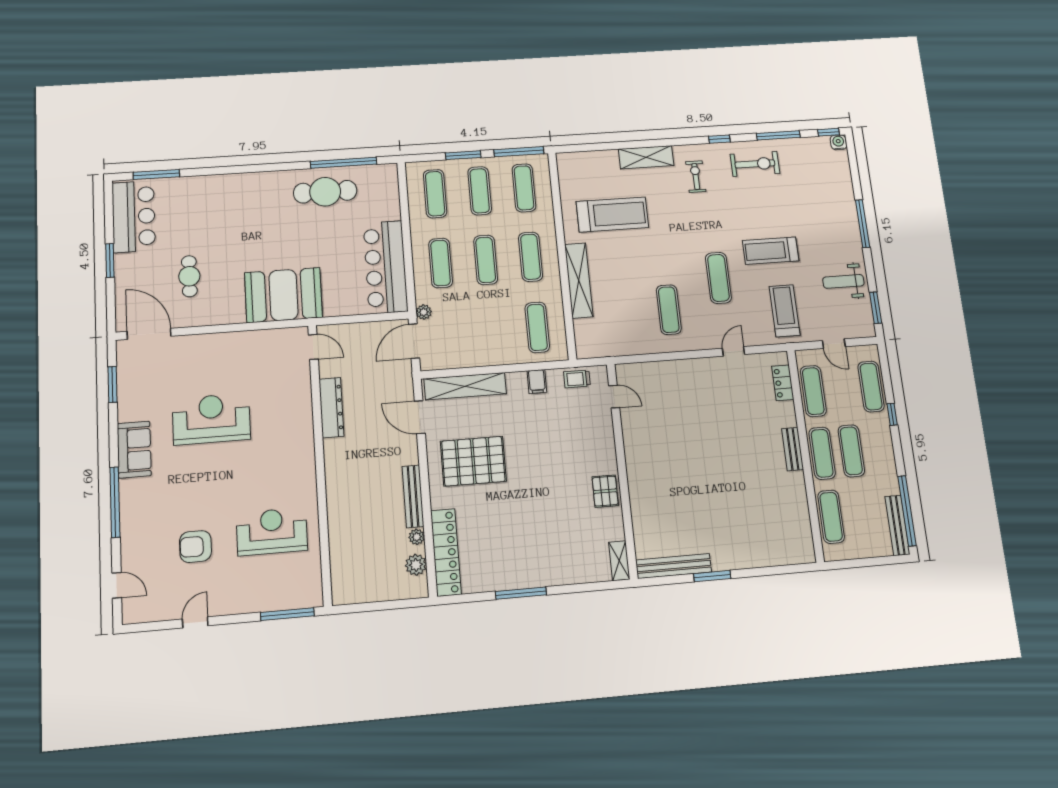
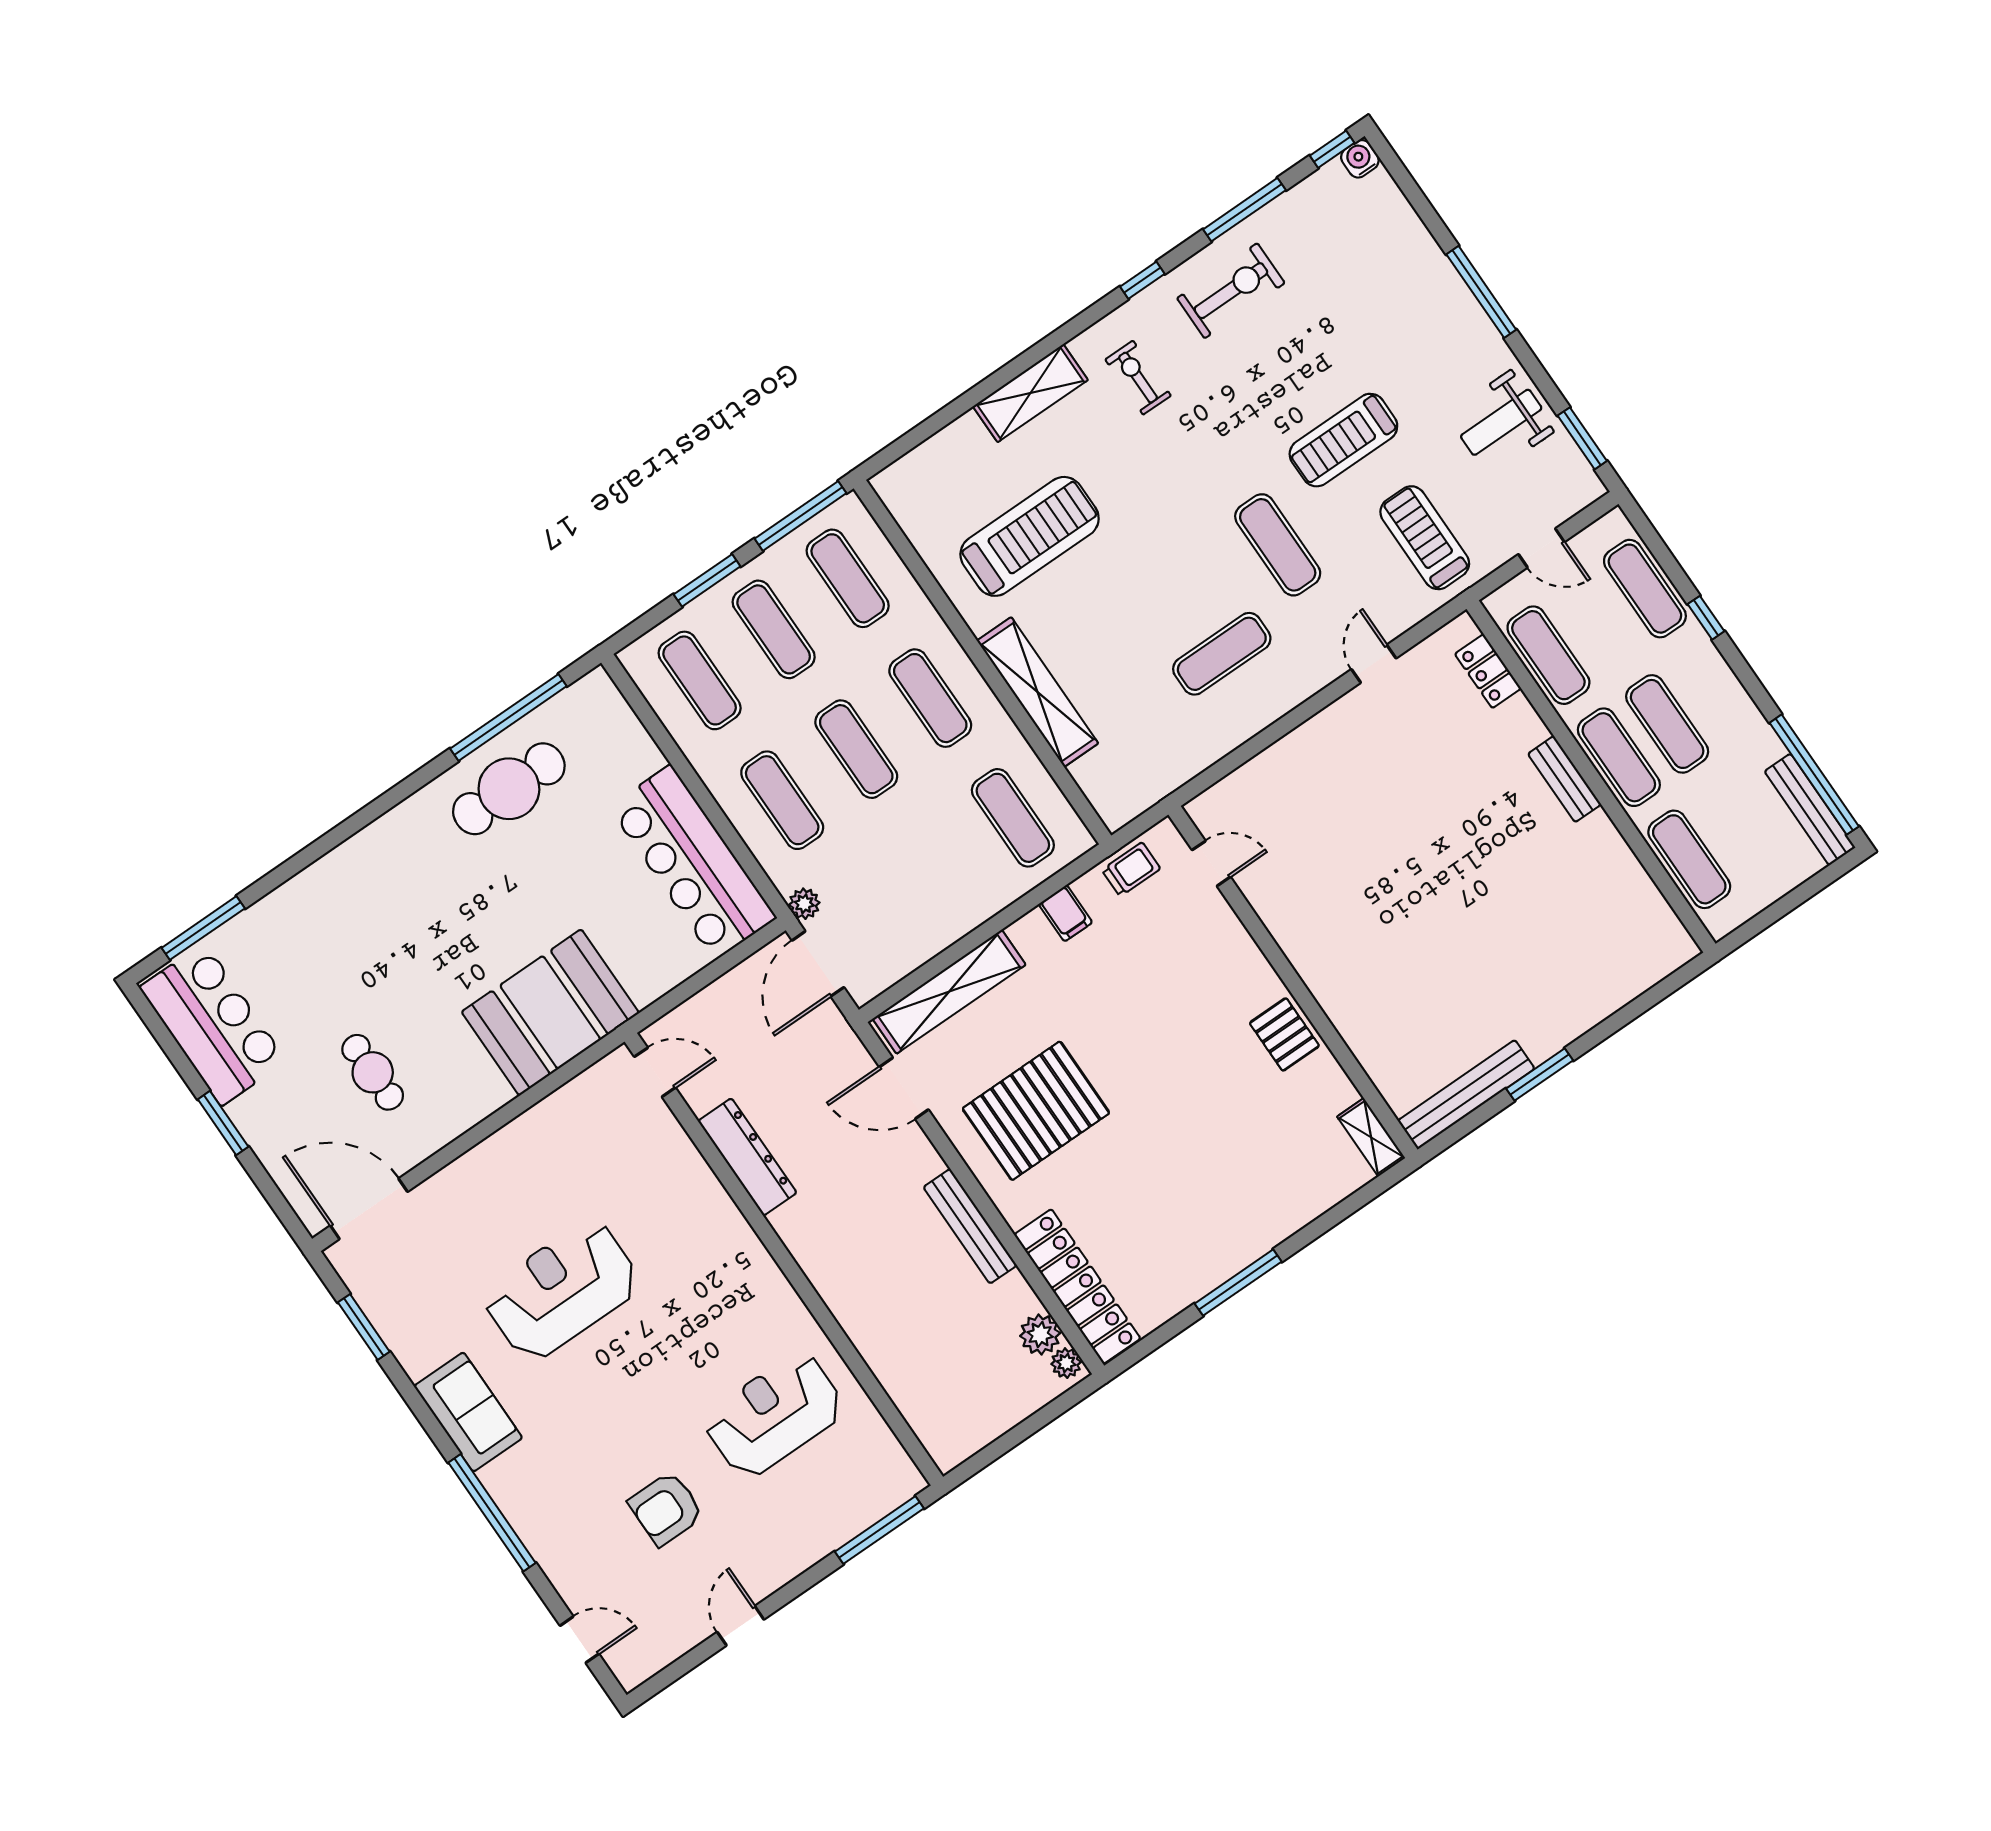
exercise mat: (669, 310) -> (1222, 654), turned 90
trolley: (577, 379) -> (1131, 869), turned 180
plant: (417, 537) -> (1066, 1363), moved

